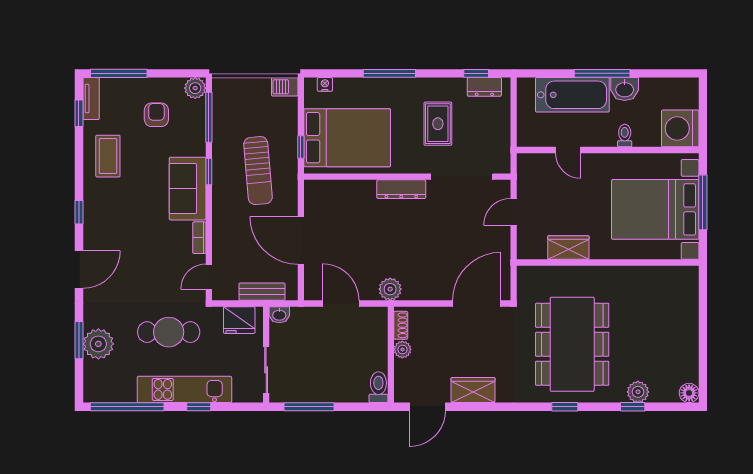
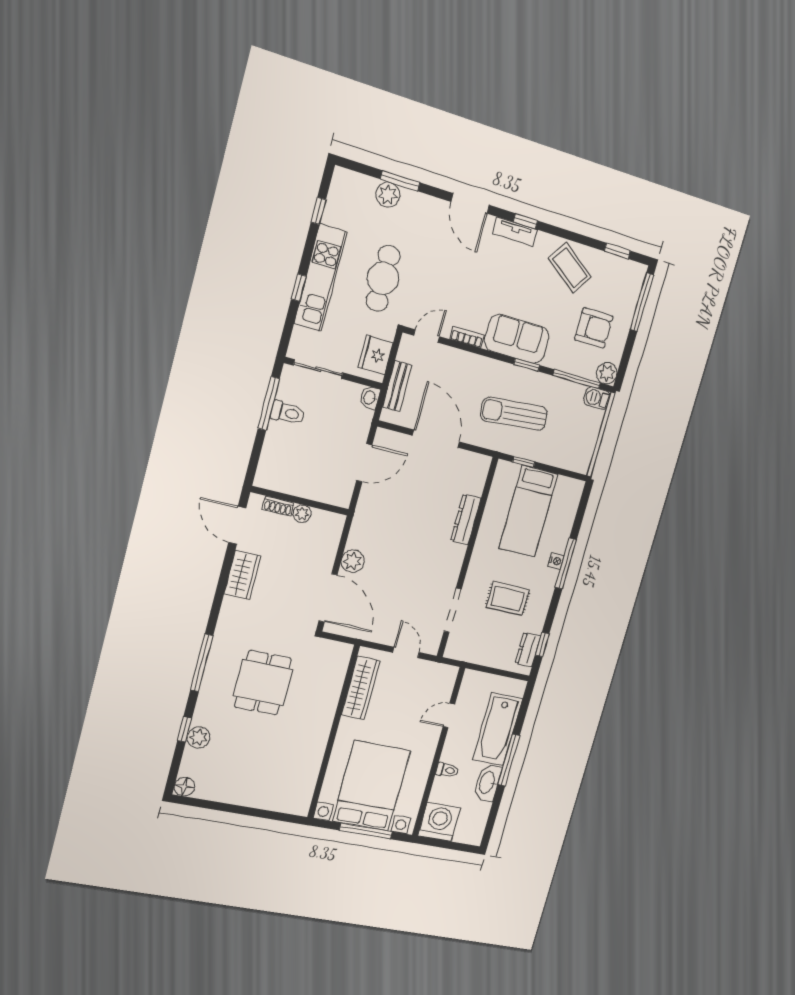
nightstand: (325, 84) -> (556, 561), moved
barbecue: (285, 87) -> (597, 398), moved, turned -90
washbasin: (625, 89) -> (487, 783), width x1.38
tv unit: (91, 99) -> (515, 232), moved
armchair: (156, 115) -> (594, 328), width x1.38, depth x1.38
bed: (347, 138) -> (528, 511), width x0.67
coffee table: (108, 156) -> (570, 268), turned 35
doorway: (462, 177) -> (453, 610), width x0.73
dresser: (401, 189) -> (466, 519), moved
door: (301, 241) -> (436, 439), hinge flipped
wardrobe: (568, 248) -> (361, 688), width x1.50
door: (209, 277) -> (427, 336), hinge flipped
plant: (390, 289) -> (353, 561), moved
shoe rack: (401, 325) -> (278, 506), moved
plant: (98, 344) -> (388, 195), width x0.73, depth x0.73
dining table: (572, 344) -> (263, 683), width x0.53, depth x0.80
toilet: (378, 387) -> (288, 413), moved
window: (127, 407) -> (318, 211), width x0.32
window: (565, 407) -> (202, 663), width x2.17

